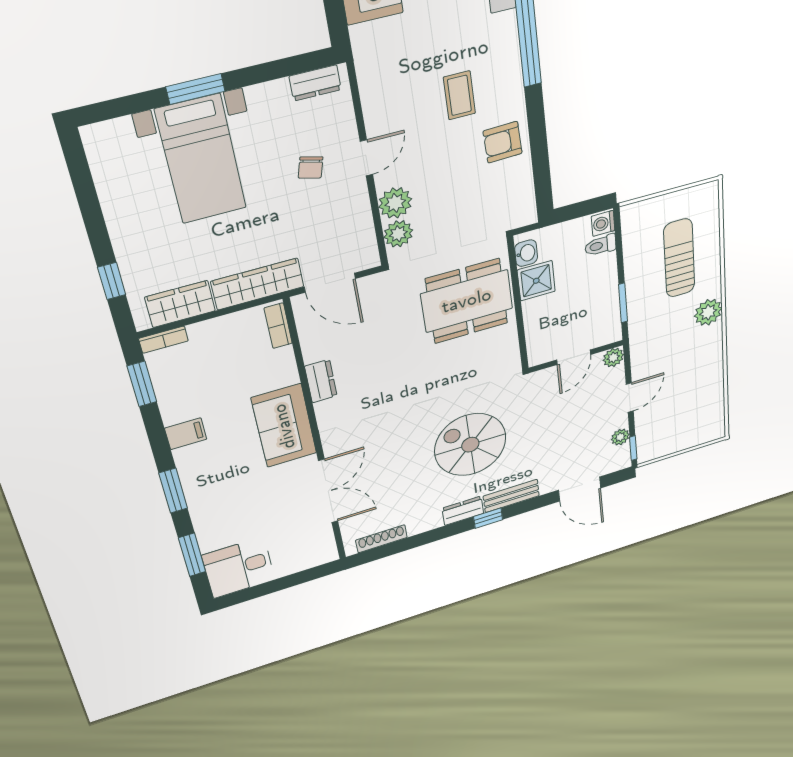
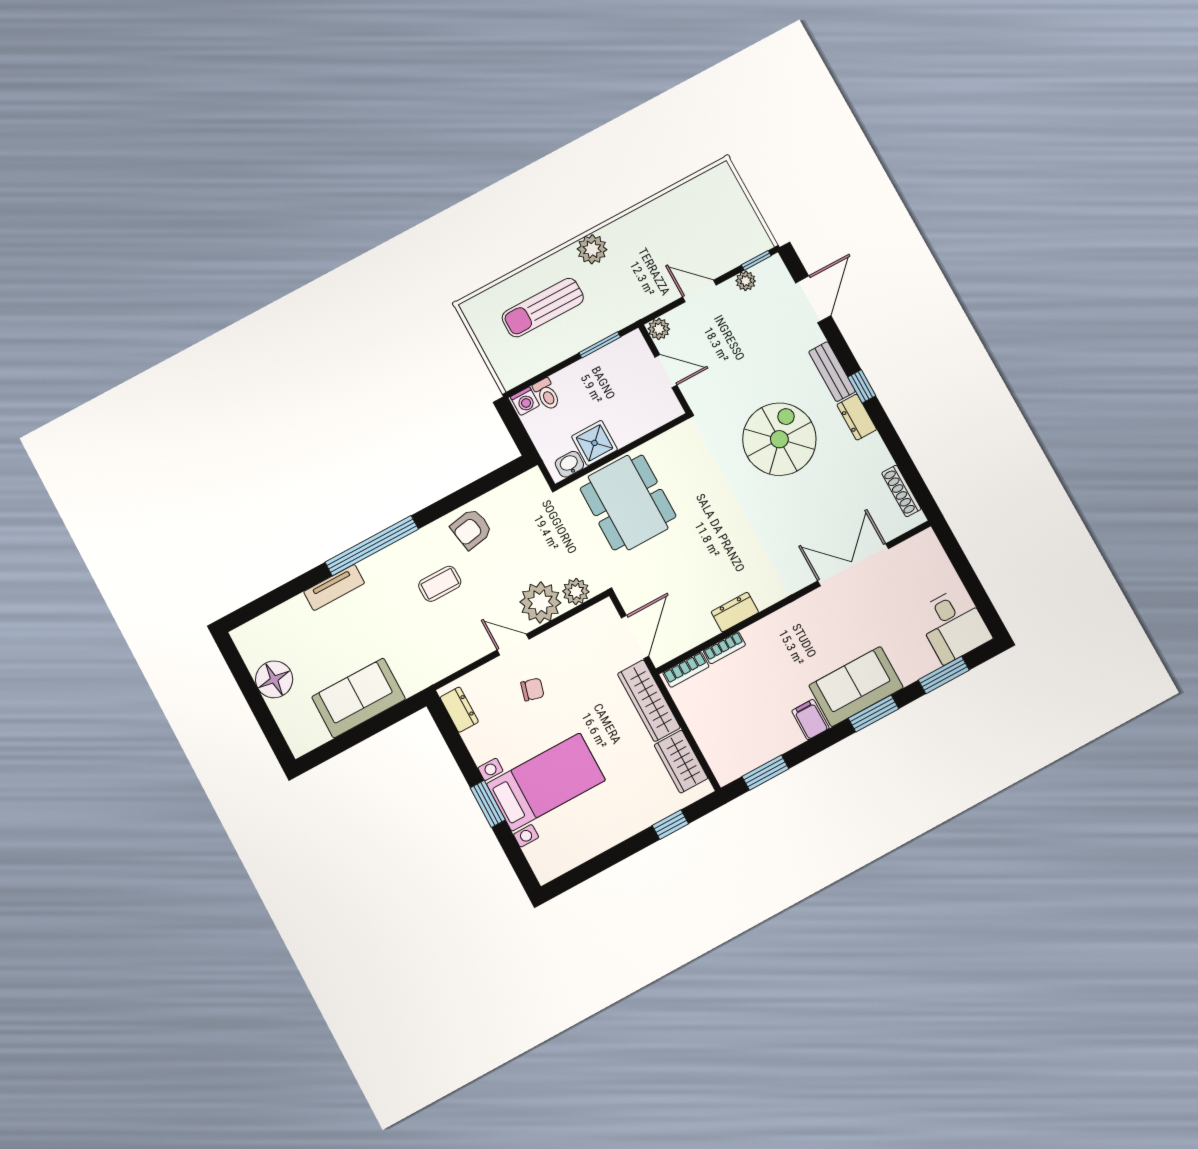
armchair: (503, 142) -> (471, 529), turned 82
plant: (395, 203) -> (540, 602), width x1.36, depth x1.36
bookcase: (164, 340) -> (724, 648), moved, turned 90
sofa: (284, 426) -> (856, 687), moved, turned 180
spiral stairs: (470, 445) -> (779, 439), turned 180

